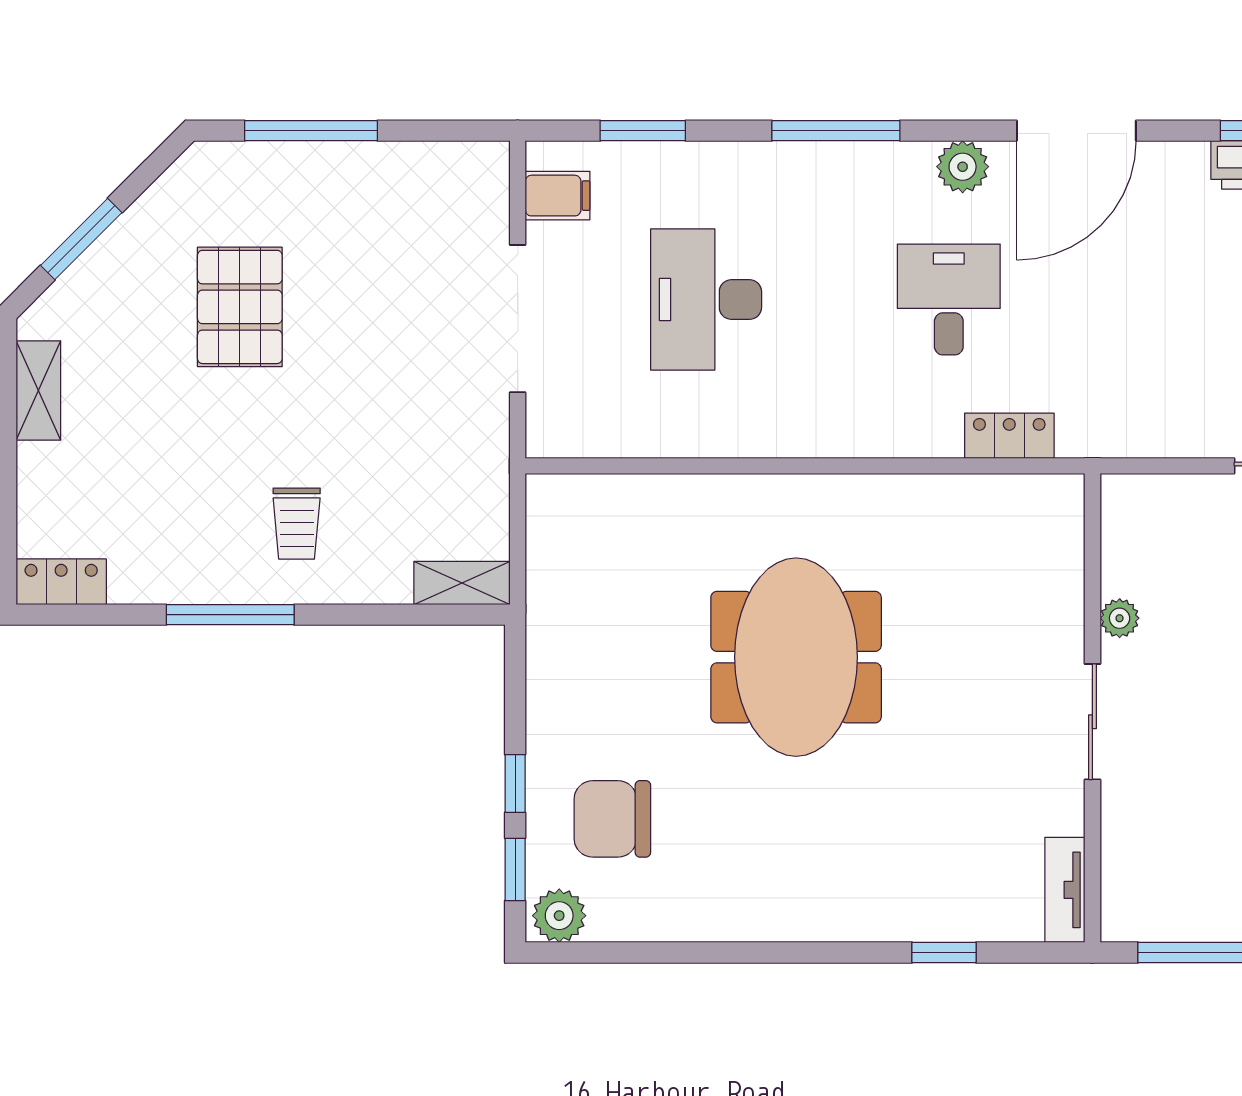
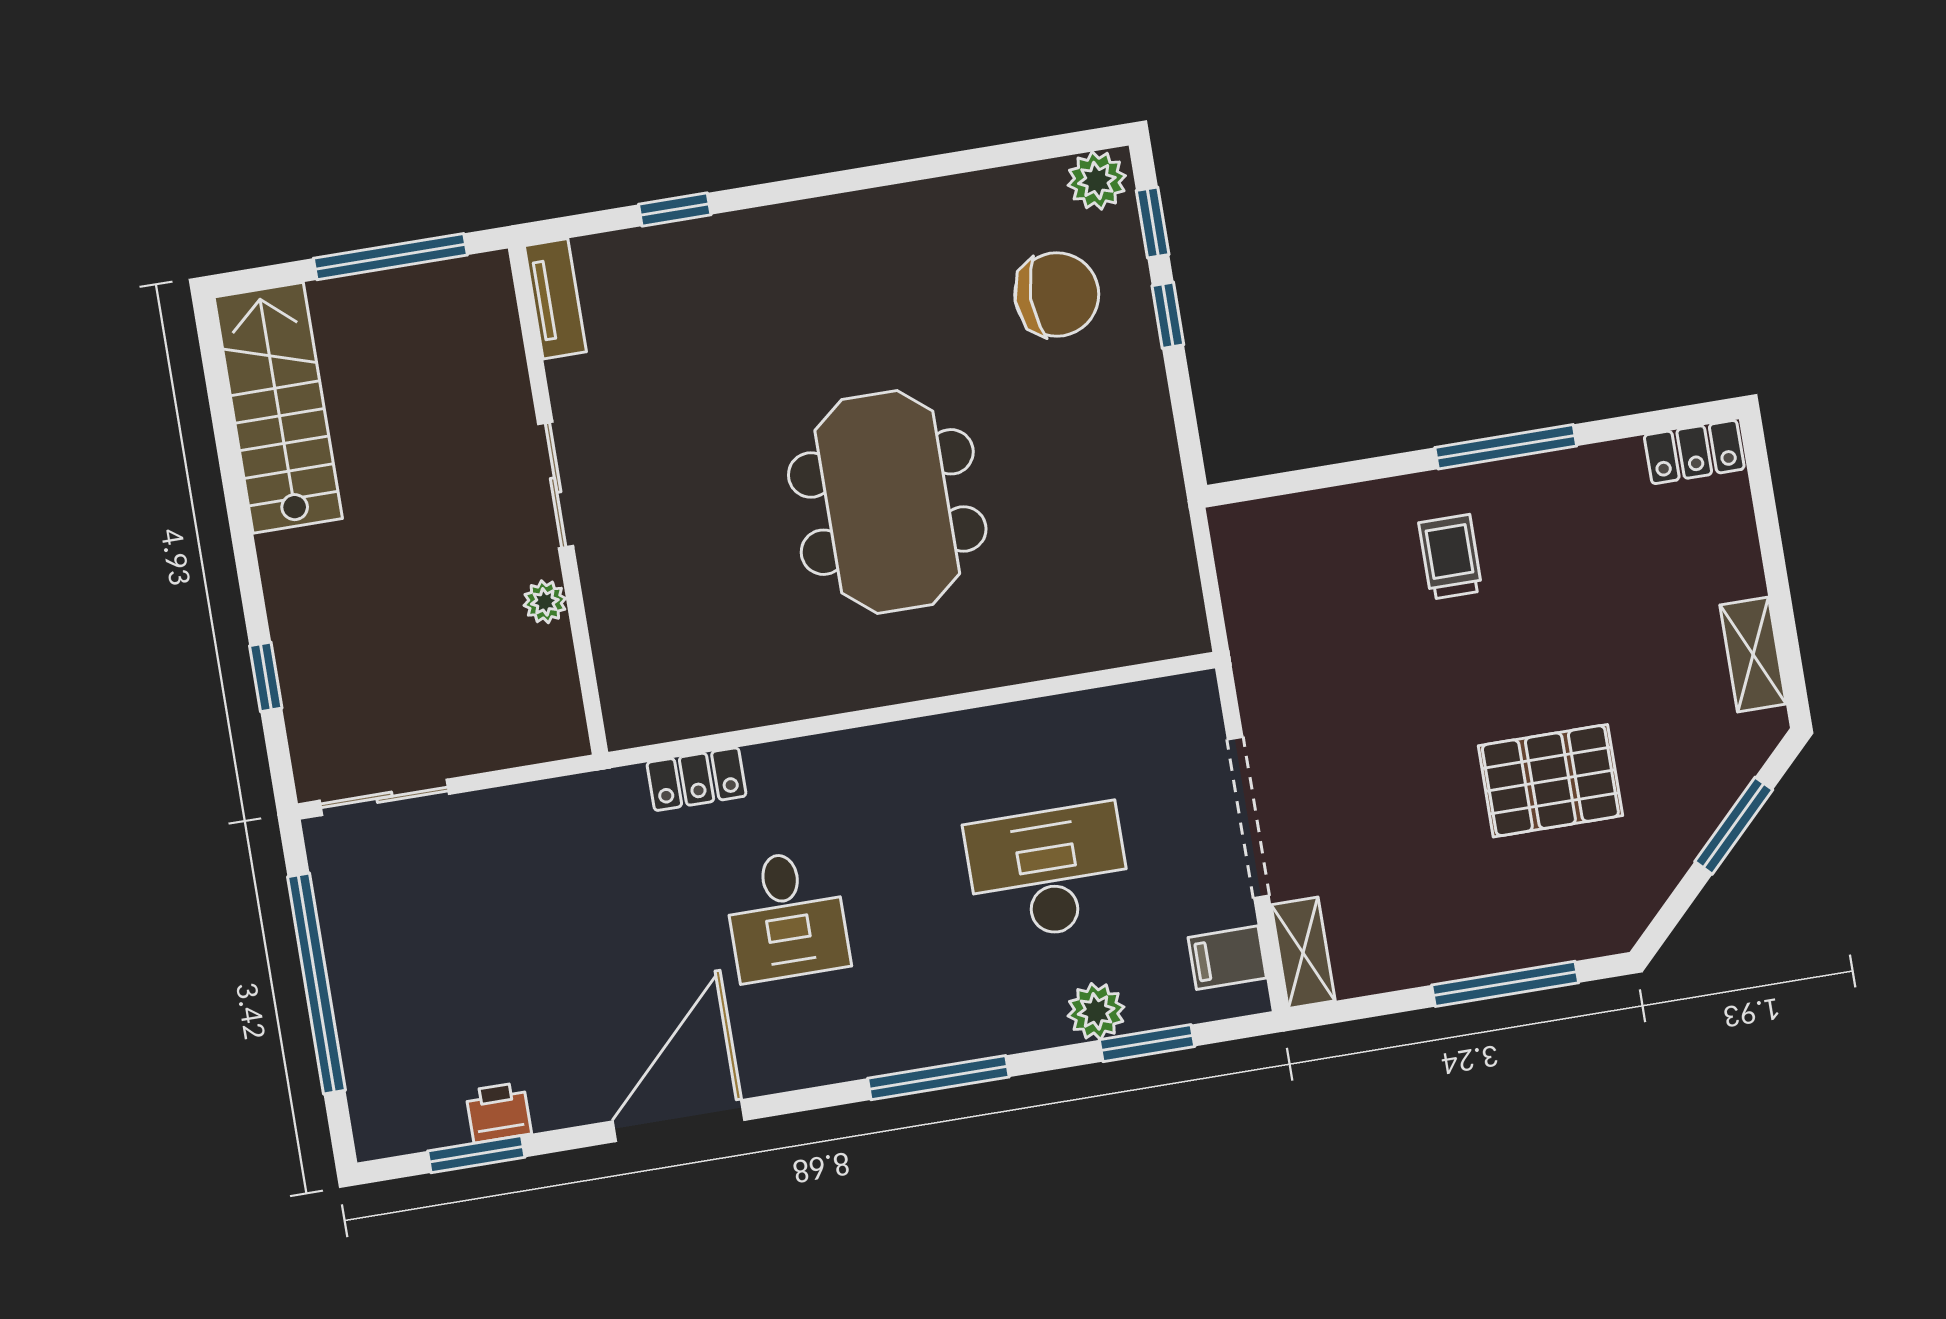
plant: (963, 167) -> (1096, 1011), moved
desk: (706, 300) -> (1048, 872), turned -90
pallet: (240, 307) -> (1550, 781), turned 90
shelving: (462, 583) -> (1303, 953), moved, turned 90

